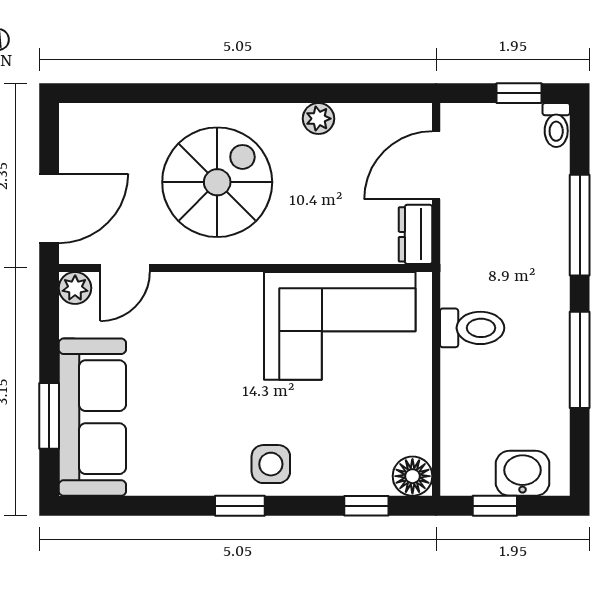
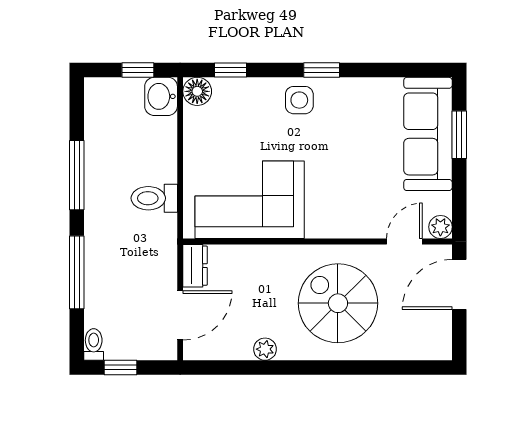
spiral stairs: (217, 182) -> (338, 303), turned 90
washbasin: (523, 473) -> (161, 96), moved, turned 90

